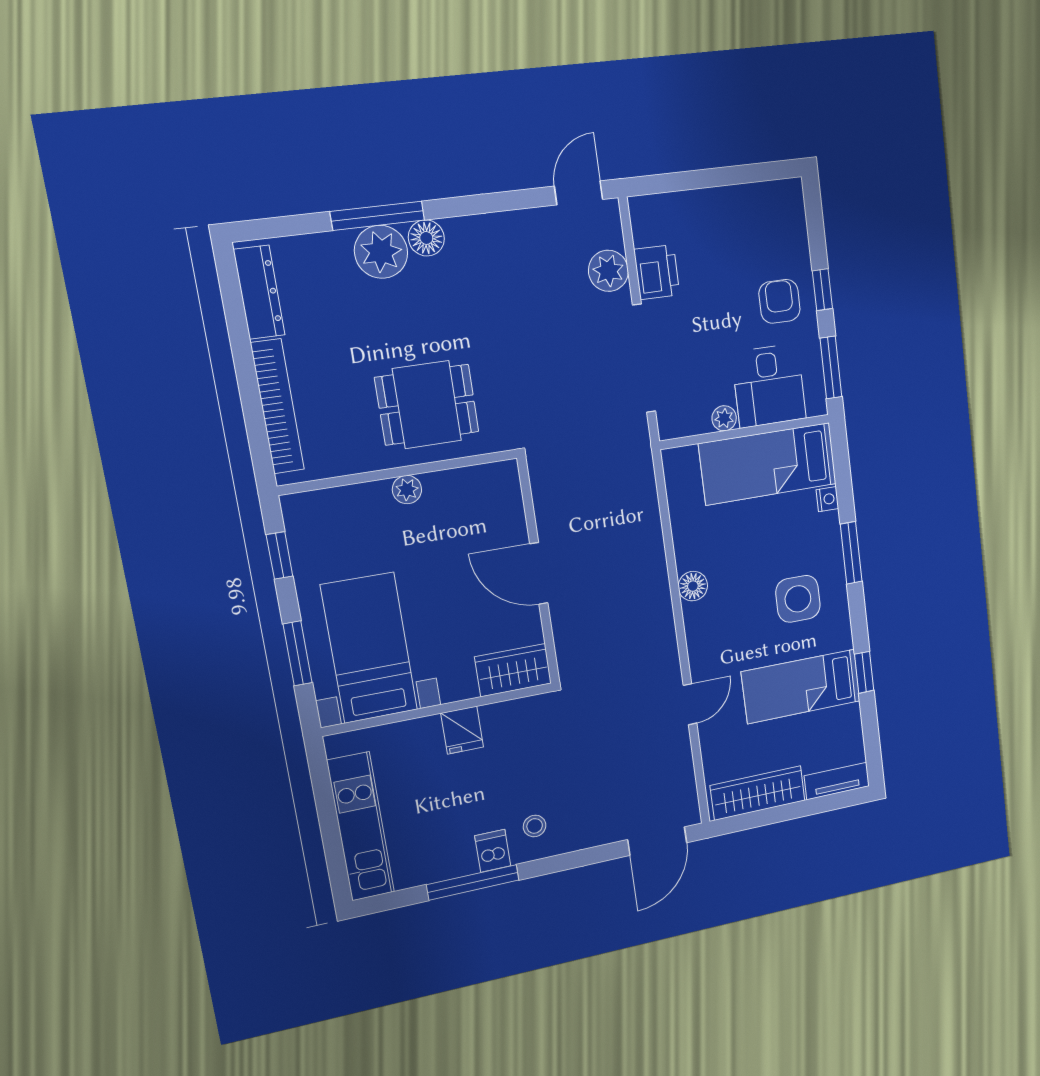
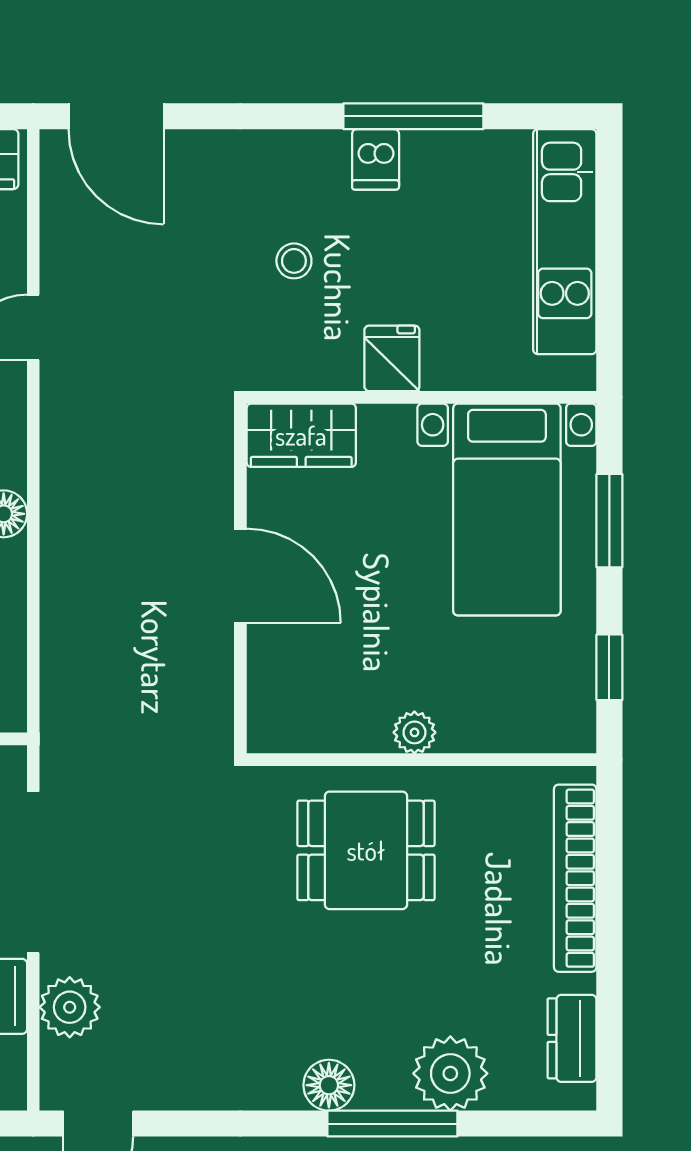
plant: (381, 252) -> (450, 1073), moved
dresser: (259, 292) -> (572, 1038), width x0.70
stool: (535, 826) -> (294, 261), moved
door: (657, 841) -> (116, 116), swing flipped

